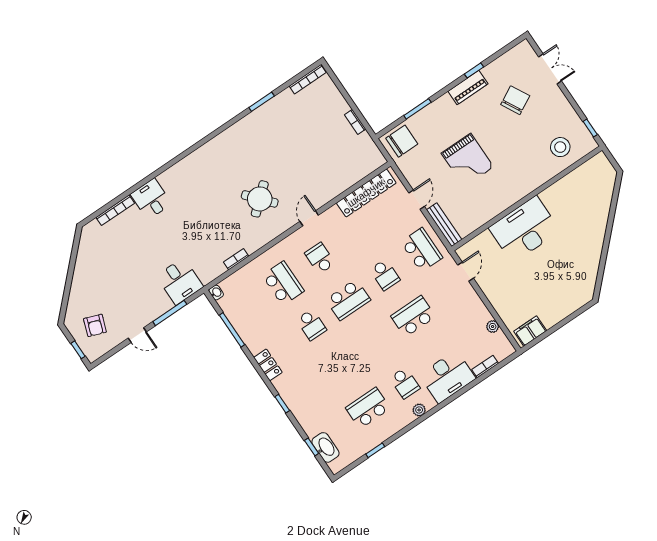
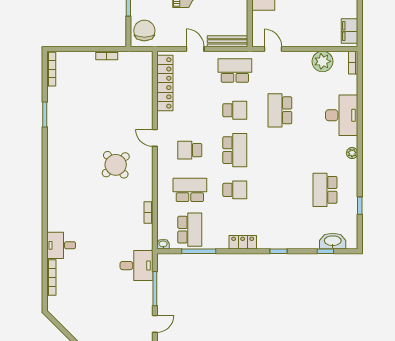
plant: (493, 327) -> (322, 61), width x1.88, depth x1.88
bookcase: (485, 367) -> (353, 63), moved
school desk: (405, 383) -> (190, 230), moved, width x1.85

